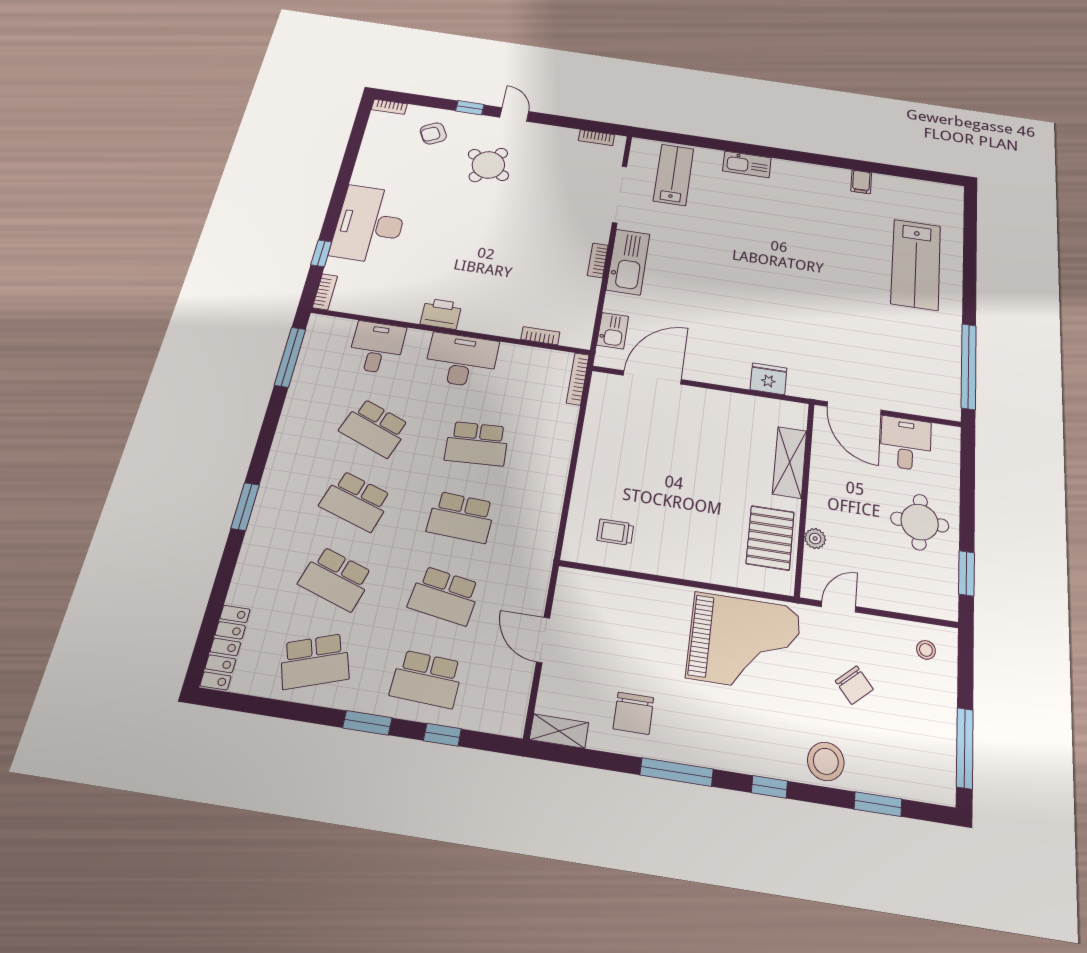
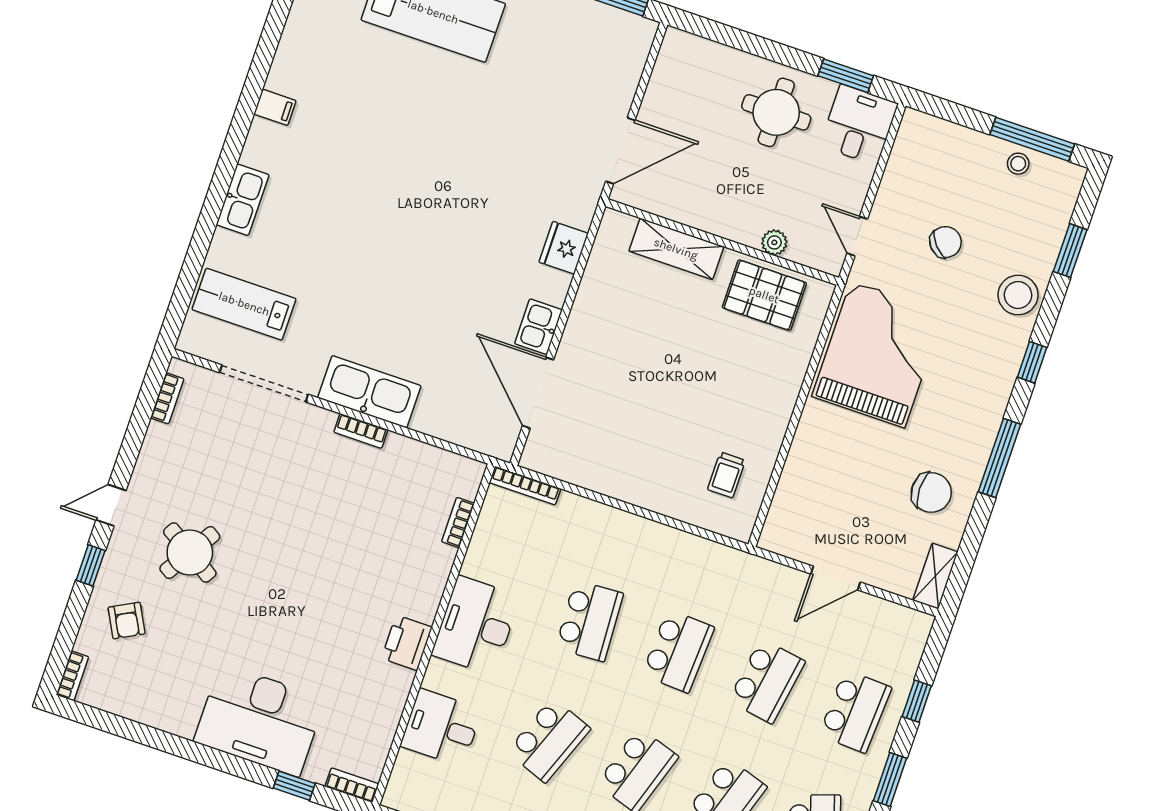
filing cabinet: (861, 182) -> (275, 107), moved
kitchen sink: (613, 331) -> (538, 327), moved, turned -90
desk: (906, 443) -> (859, 125), moved, turned 90
stool: (926, 650) -> (1018, 164), moved

